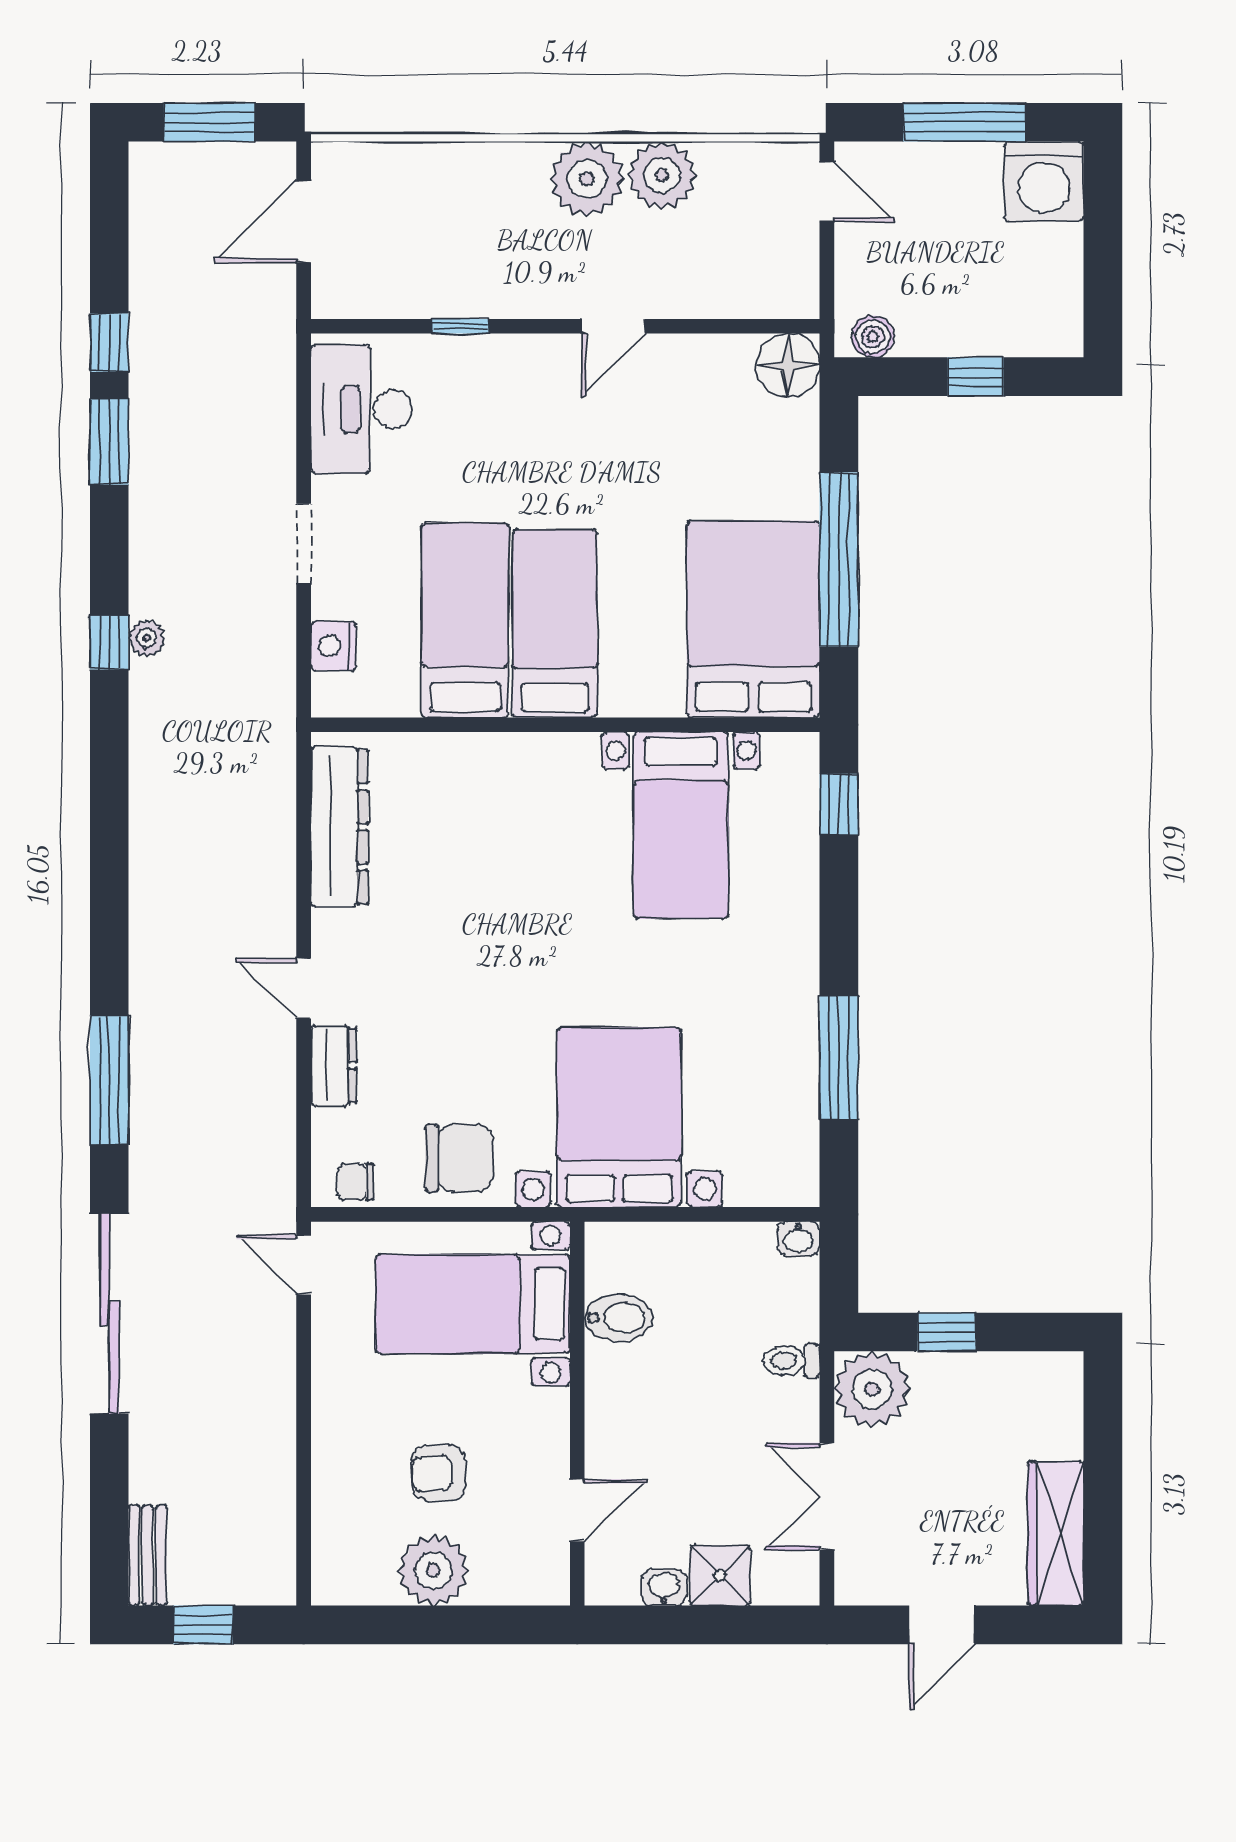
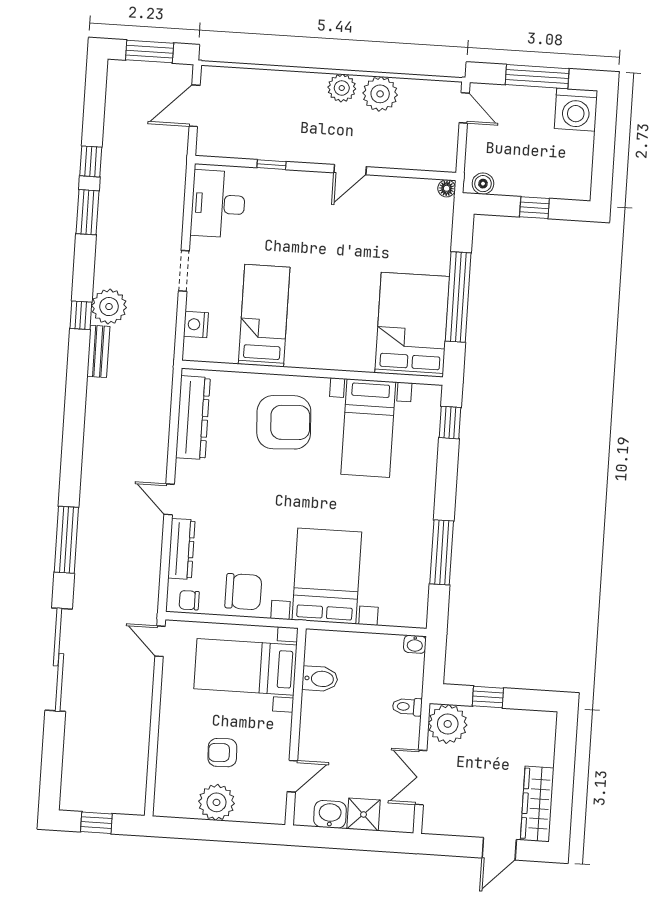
plant: (587, 179) -> (342, 88), width x0.73, depth x0.73
floor lamp: (788, 365) -> (447, 188), width x0.53, depth x0.53
bed: (555, 624) -> (310, 320), removed
plant: (147, 638) -> (109, 307), width x1.87, depth x1.87
armchair: (516, 825) -> (284, 422), added
dresser: (334, 1065) -> (181, 549), width x1.44
bench: (148, 1555) -> (98, 351), moved
washbasin: (664, 1588) -> (330, 814), width x1.38, depth x1.45
door: (942, 1625) -> (499, 849), moved

